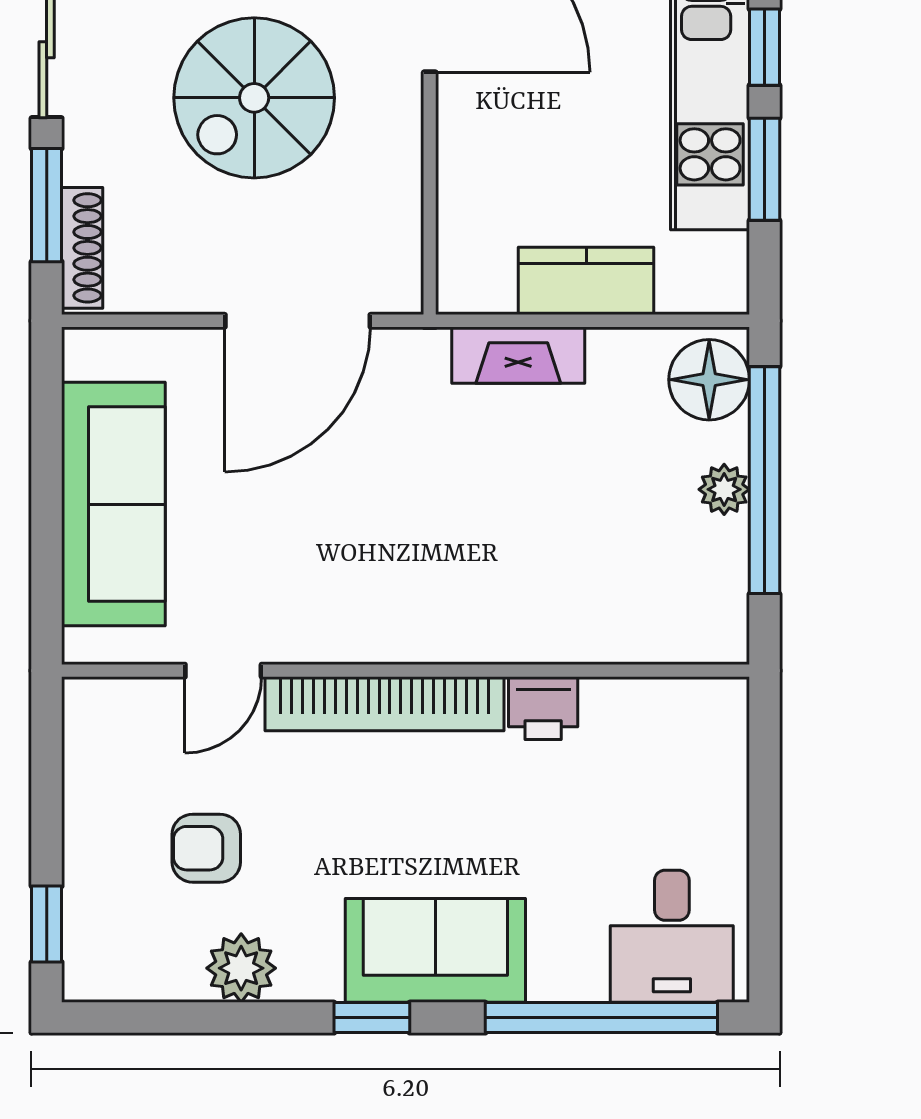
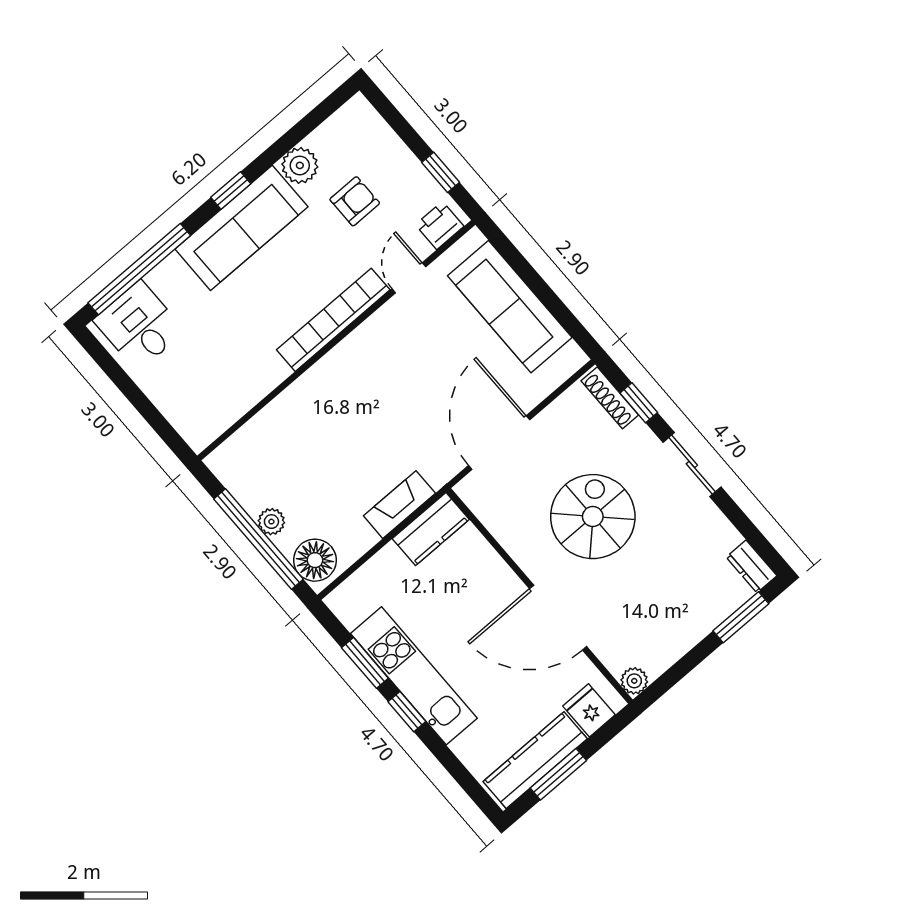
window: (47, 205) -> (639, 403), width x0.67
kitchen counter: (586, 281) -> (431, 529), moved
printer: (543, 708) -> (440, 225), moved
window: (47, 924) -> (441, 172), moved
sofa: (435, 950) -> (241, 228), width x1.36

